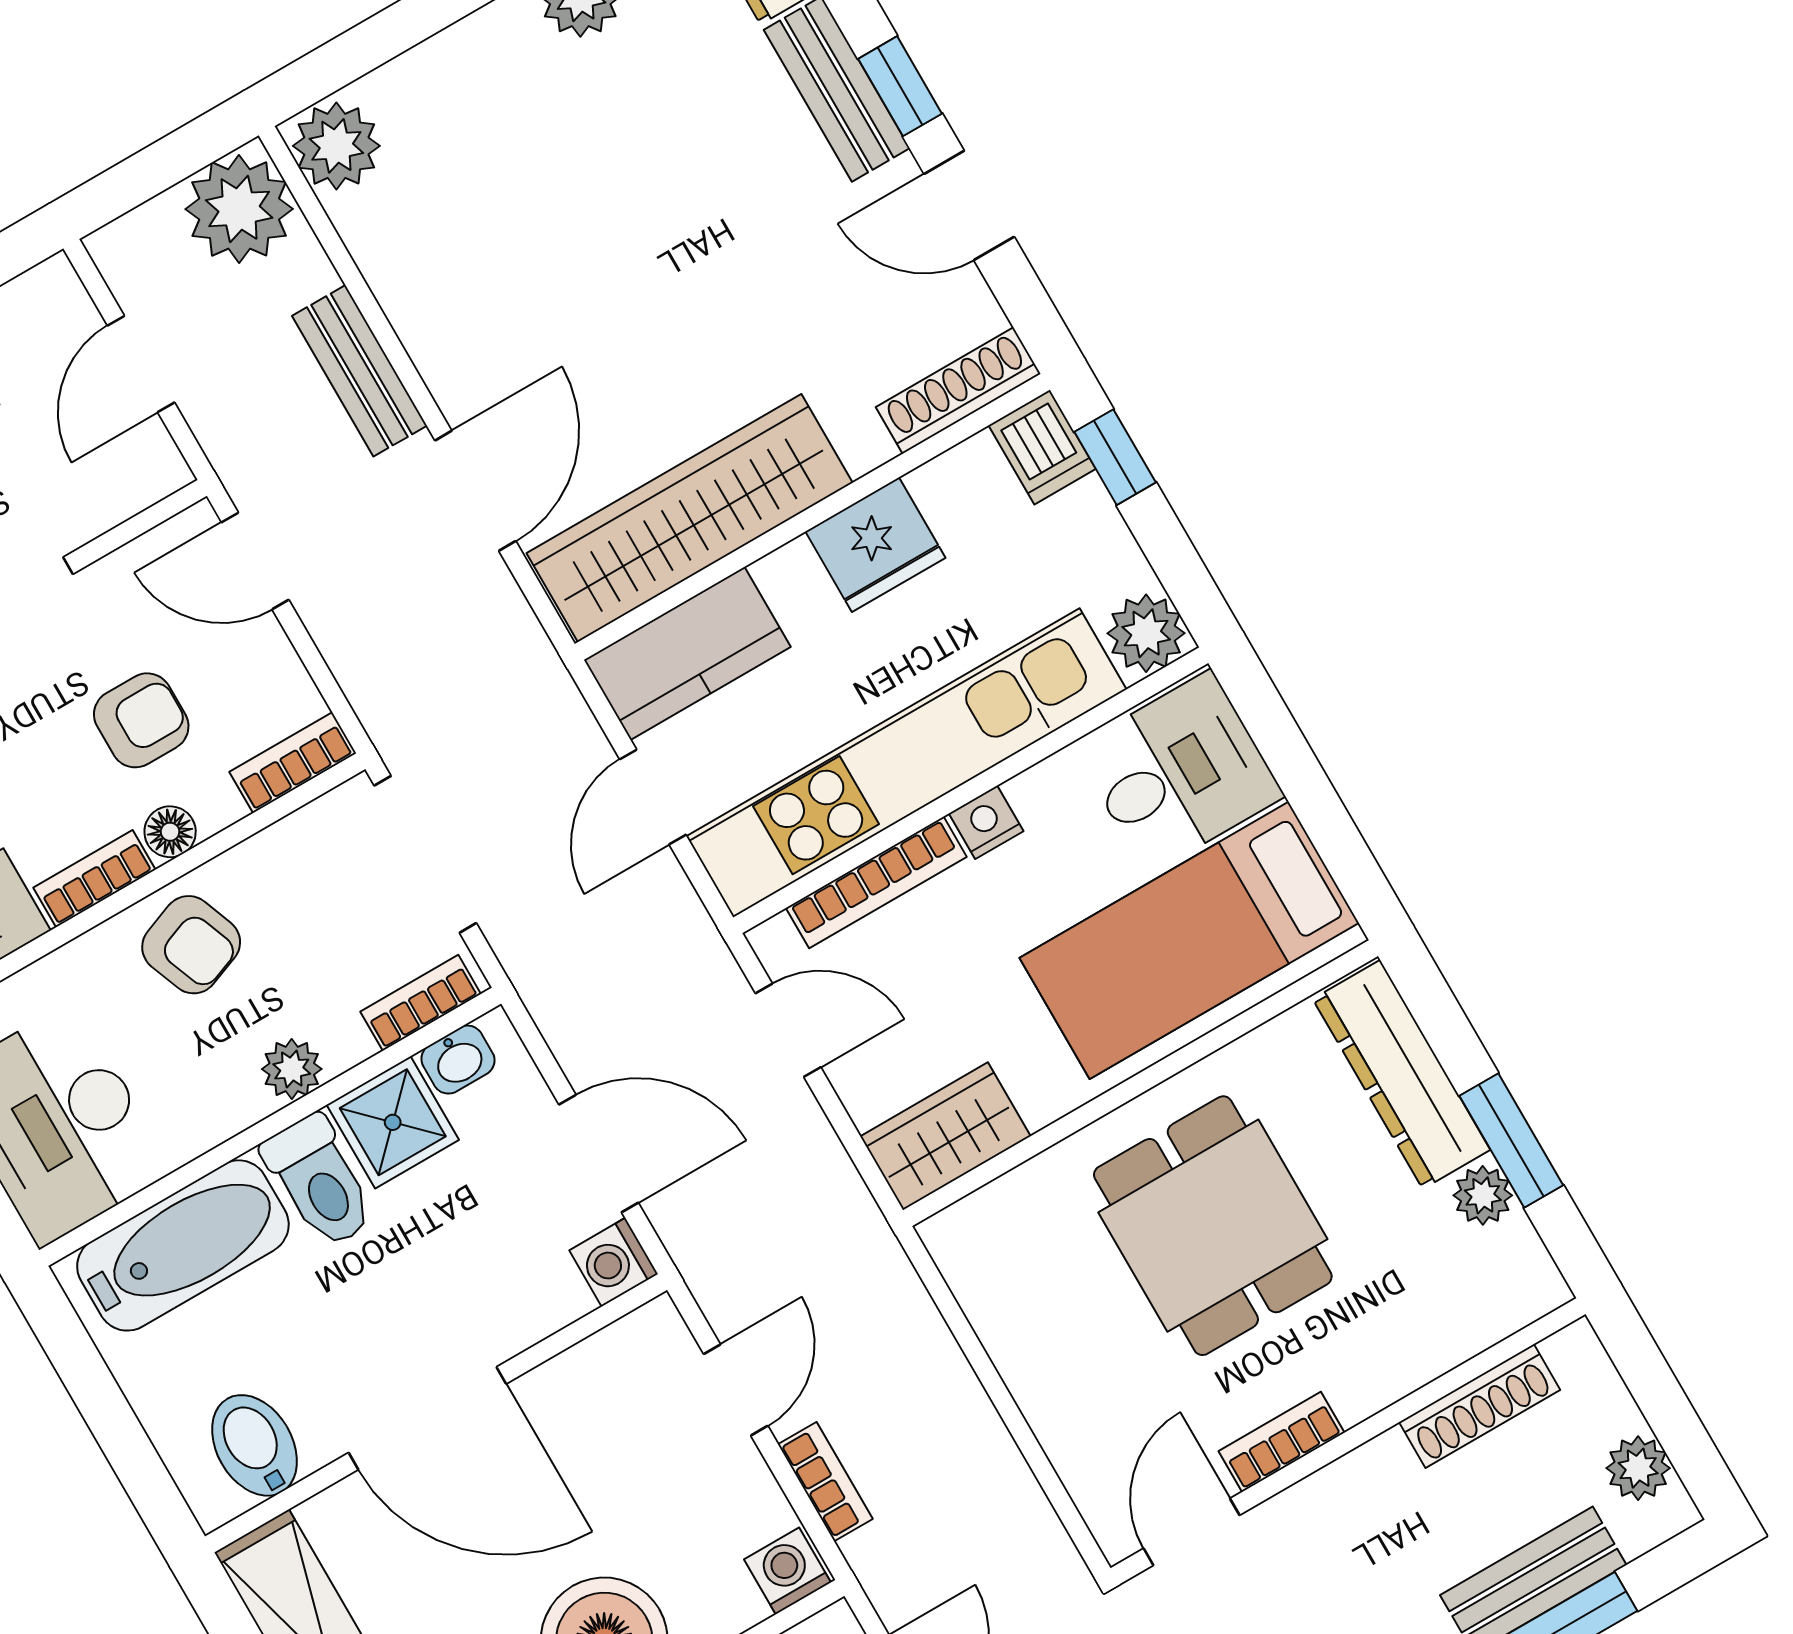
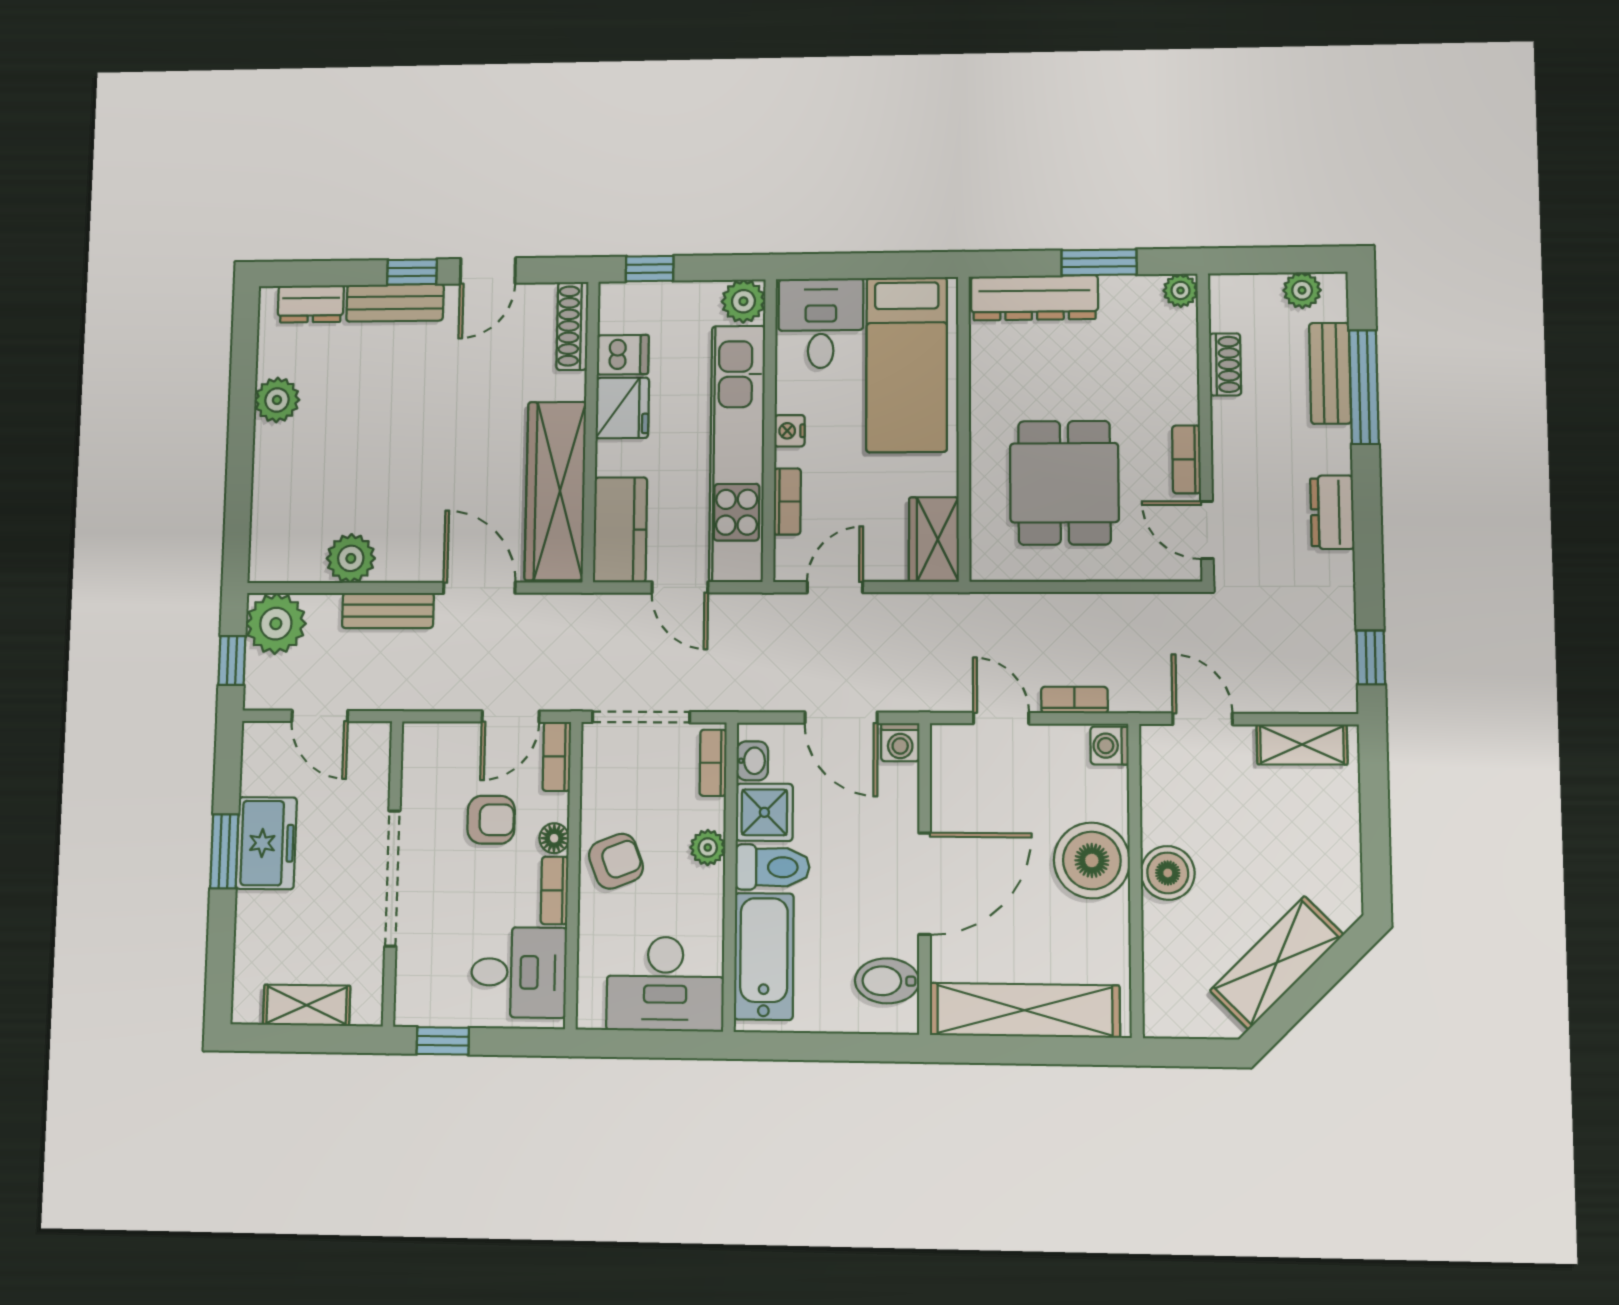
plant: (336, 146) -> (351, 558), moved
window: (144, 175) -> (232, 661), added
dishwasher: (1042, 447) -> (623, 355), moved
door: (255, 561) -> (511, 717), moved
armchair: (141, 720) -> (491, 820), turned 90
bookcase: (876, 882) -> (787, 502), width x0.64
door: (599, 1154) -> (841, 718), swing flipped
plant: (1483, 1195) -> (1181, 290), moved
dining table: (1213, 1226) -> (1064, 483), moved, turned 90
shoe rack: (1480, 1406) -> (1225, 364), width x0.70

